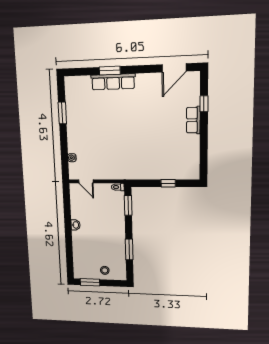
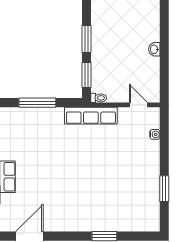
row of seats: (113, 82) -> (91, 116), moved, turned 180
window: (168, 183) -> (37, 103), width x2.17
window: (129, 250) -> (87, 39), moved

